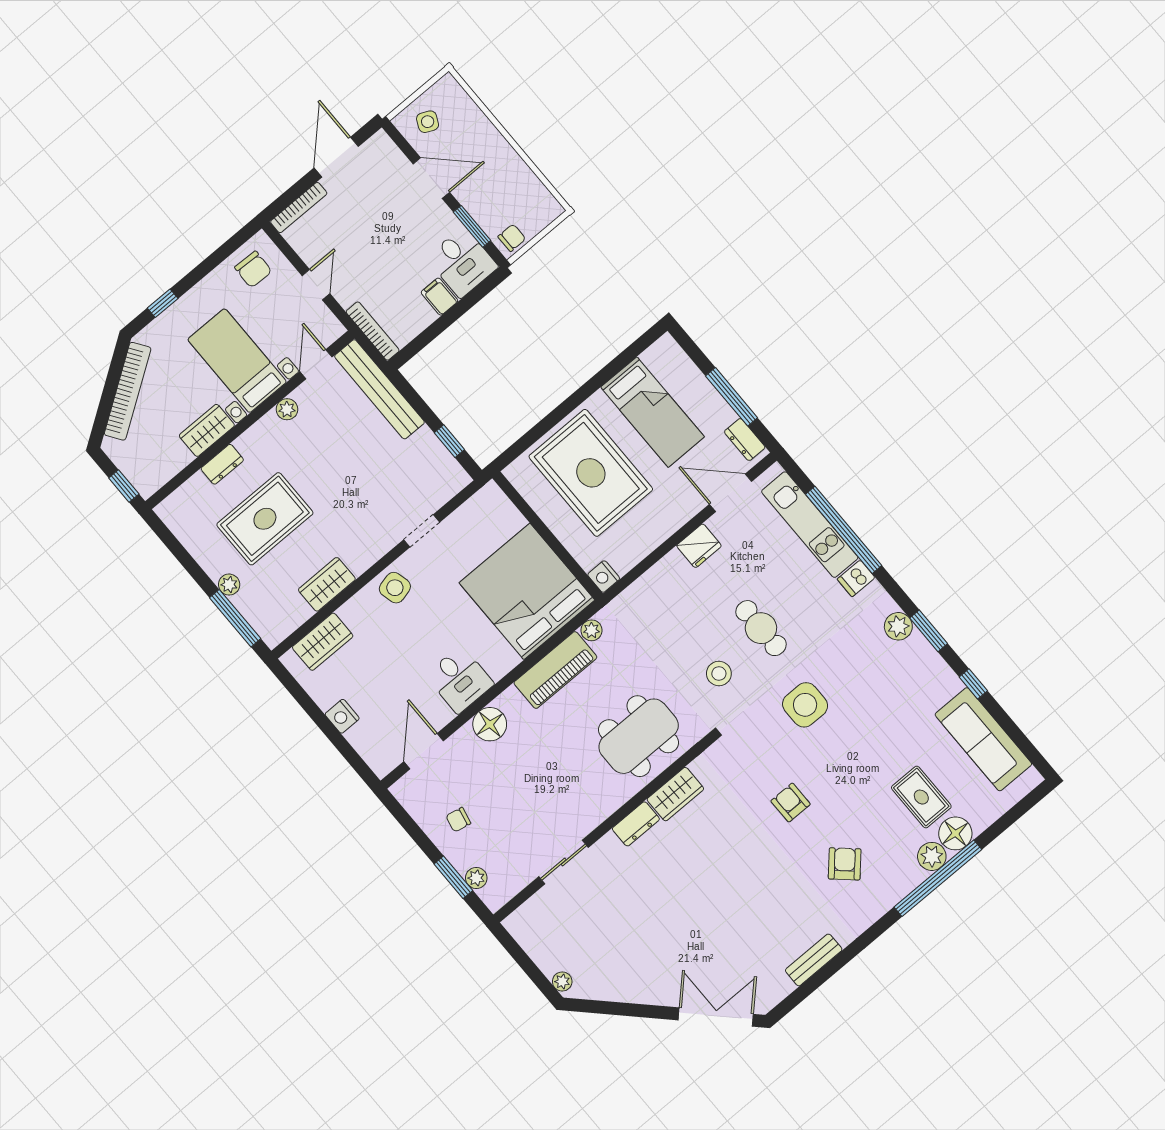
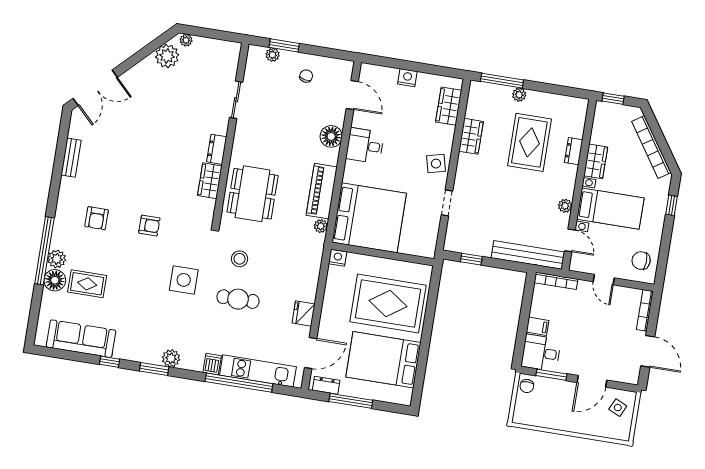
bed: (653, 412) -> (383, 360), width x1.50
armchair: (845, 864) -> (97, 218), turned 48
plant: (600, 982) -> (167, 56), added

